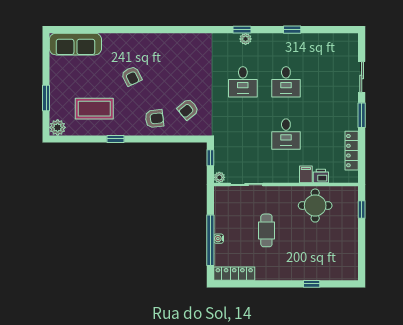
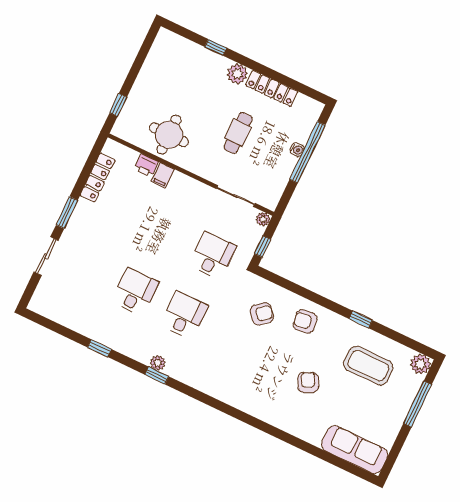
window: (46, 98) -> (418, 404), width x1.44
desk: (286, 134) -> (213, 256), moved
plant: (287, 272) -> (237, 74), added
locker: (234, 274) -> (272, 88), moved

